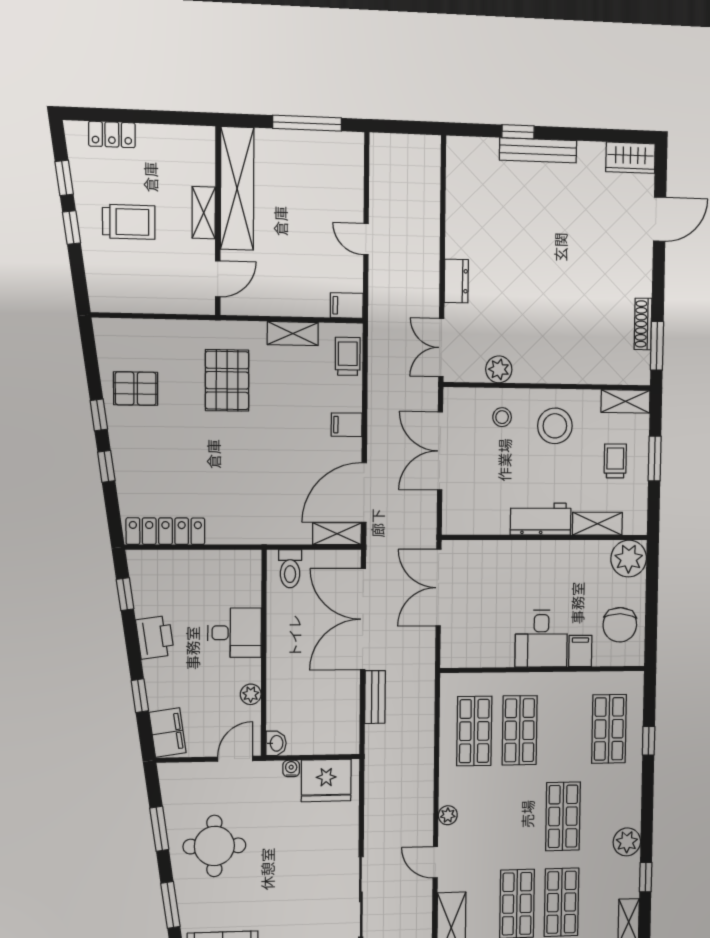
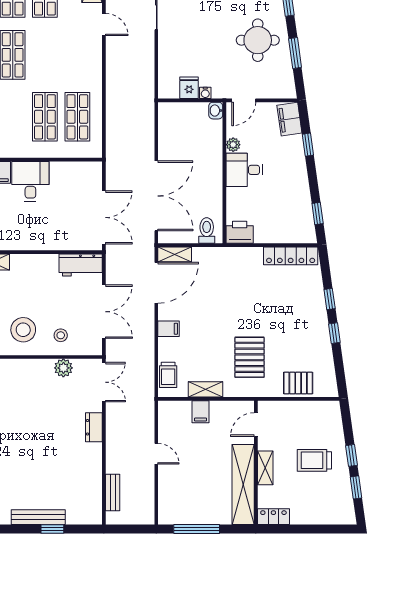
locker: (112, 134) -> (273, 517), moved
filing cabinet: (347, 306) -> (201, 412), moved, turned 90
pallet: (136, 389) -> (298, 383), moved
workbench: (541, 519) -> (81, 265), moved
desk: (235, 633) -> (244, 170), moved
printer: (155, 637) -> (240, 232), moved, turned 98
bench: (375, 697) -> (113, 493), moved
fridge: (326, 780) -> (189, 88), width x0.53, depth x0.75
plant: (448, 815) -> (95, 58), removed

